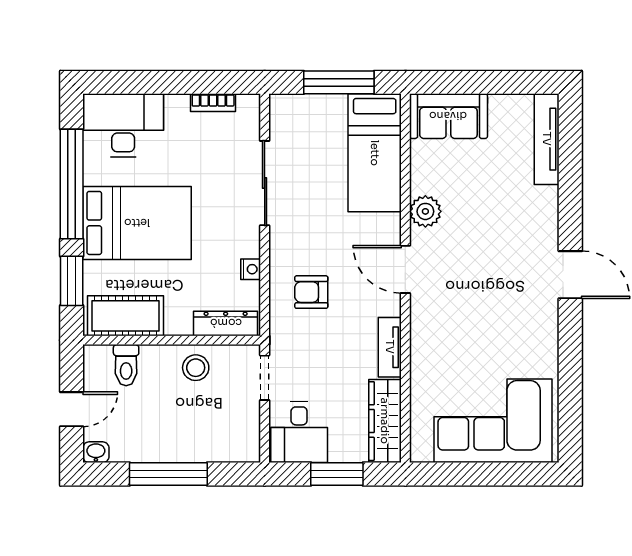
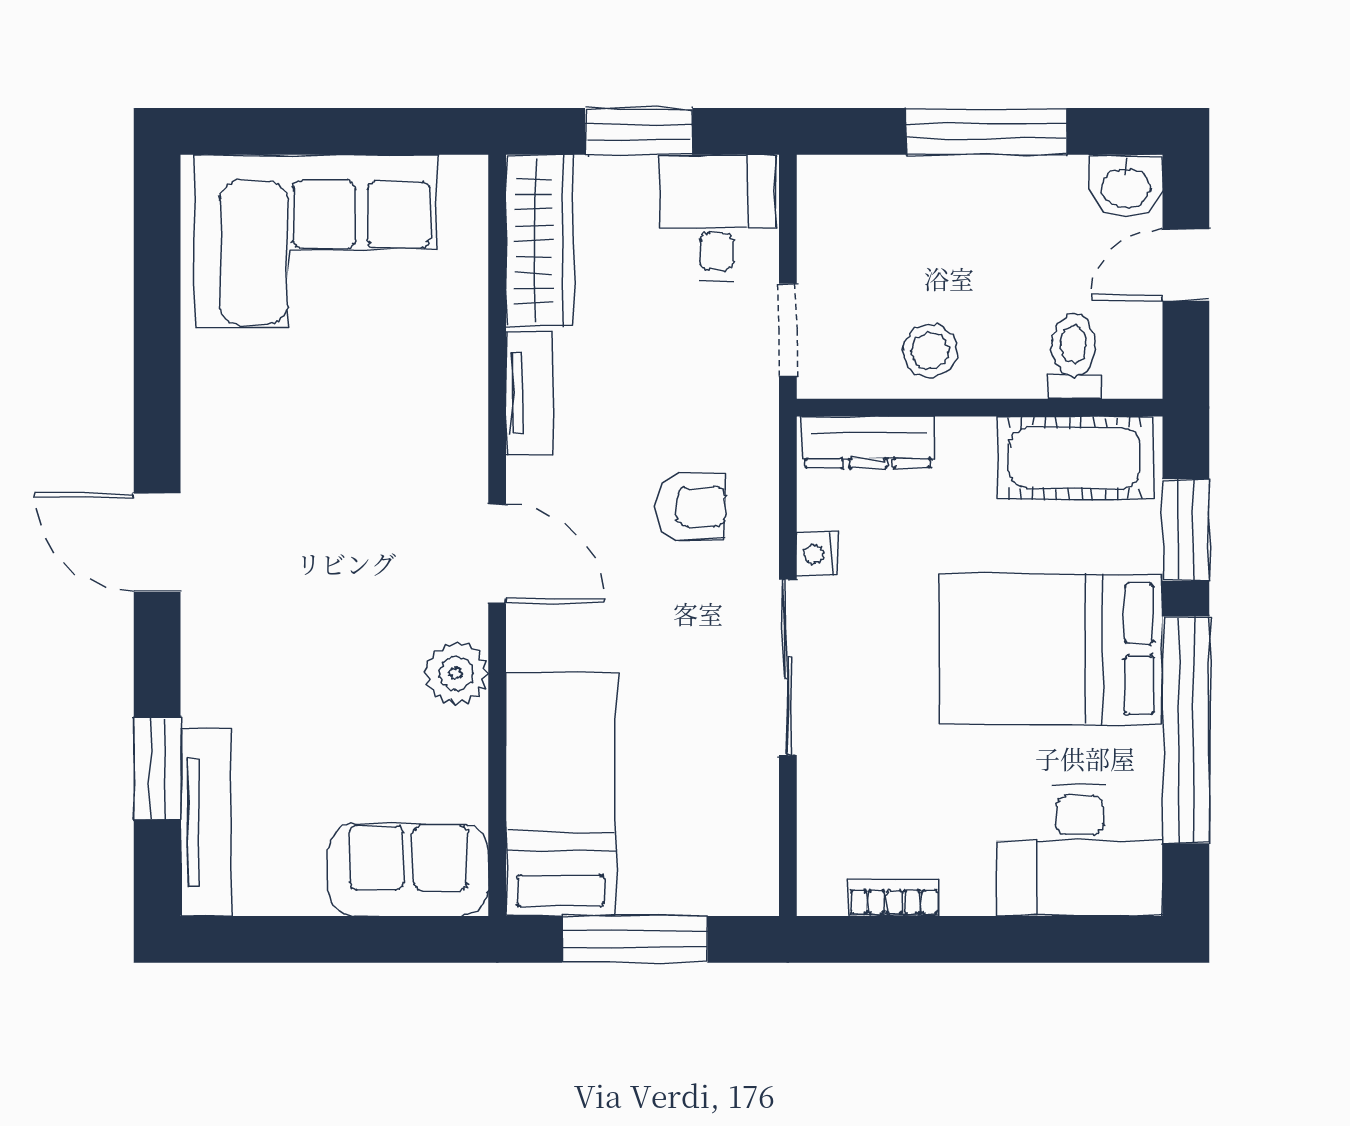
window: (570, 165) -> (157, 768), added
sliding door: (265, 183) -> (788, 667), moved
washbasin: (96, 452) -> (1126, 186), width x1.38, depth x1.45

